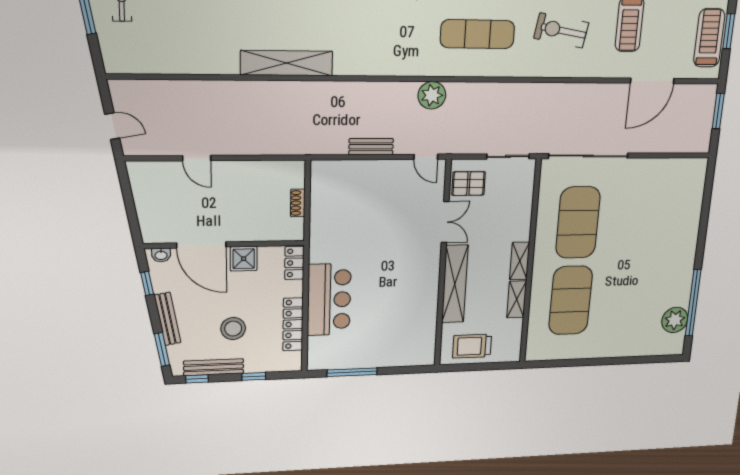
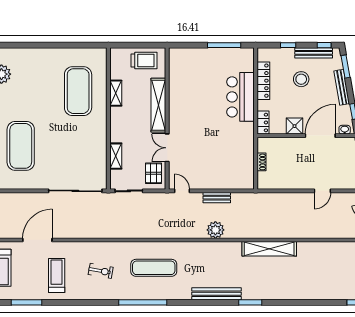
exercise bike: (561, 30) -> (101, 271), width x0.73, depth x0.72
plant: (432, 95) -> (215, 230), moved
door: (197, 158) -> (322, 191), swing flipped
pallet: (469, 184) -> (153, 173), turned 90
exercise mat: (578, 223) -> (21, 146), moved
door: (201, 245) -> (320, 136), hinge flipped
shelving: (520, 261) -> (116, 156), moved

